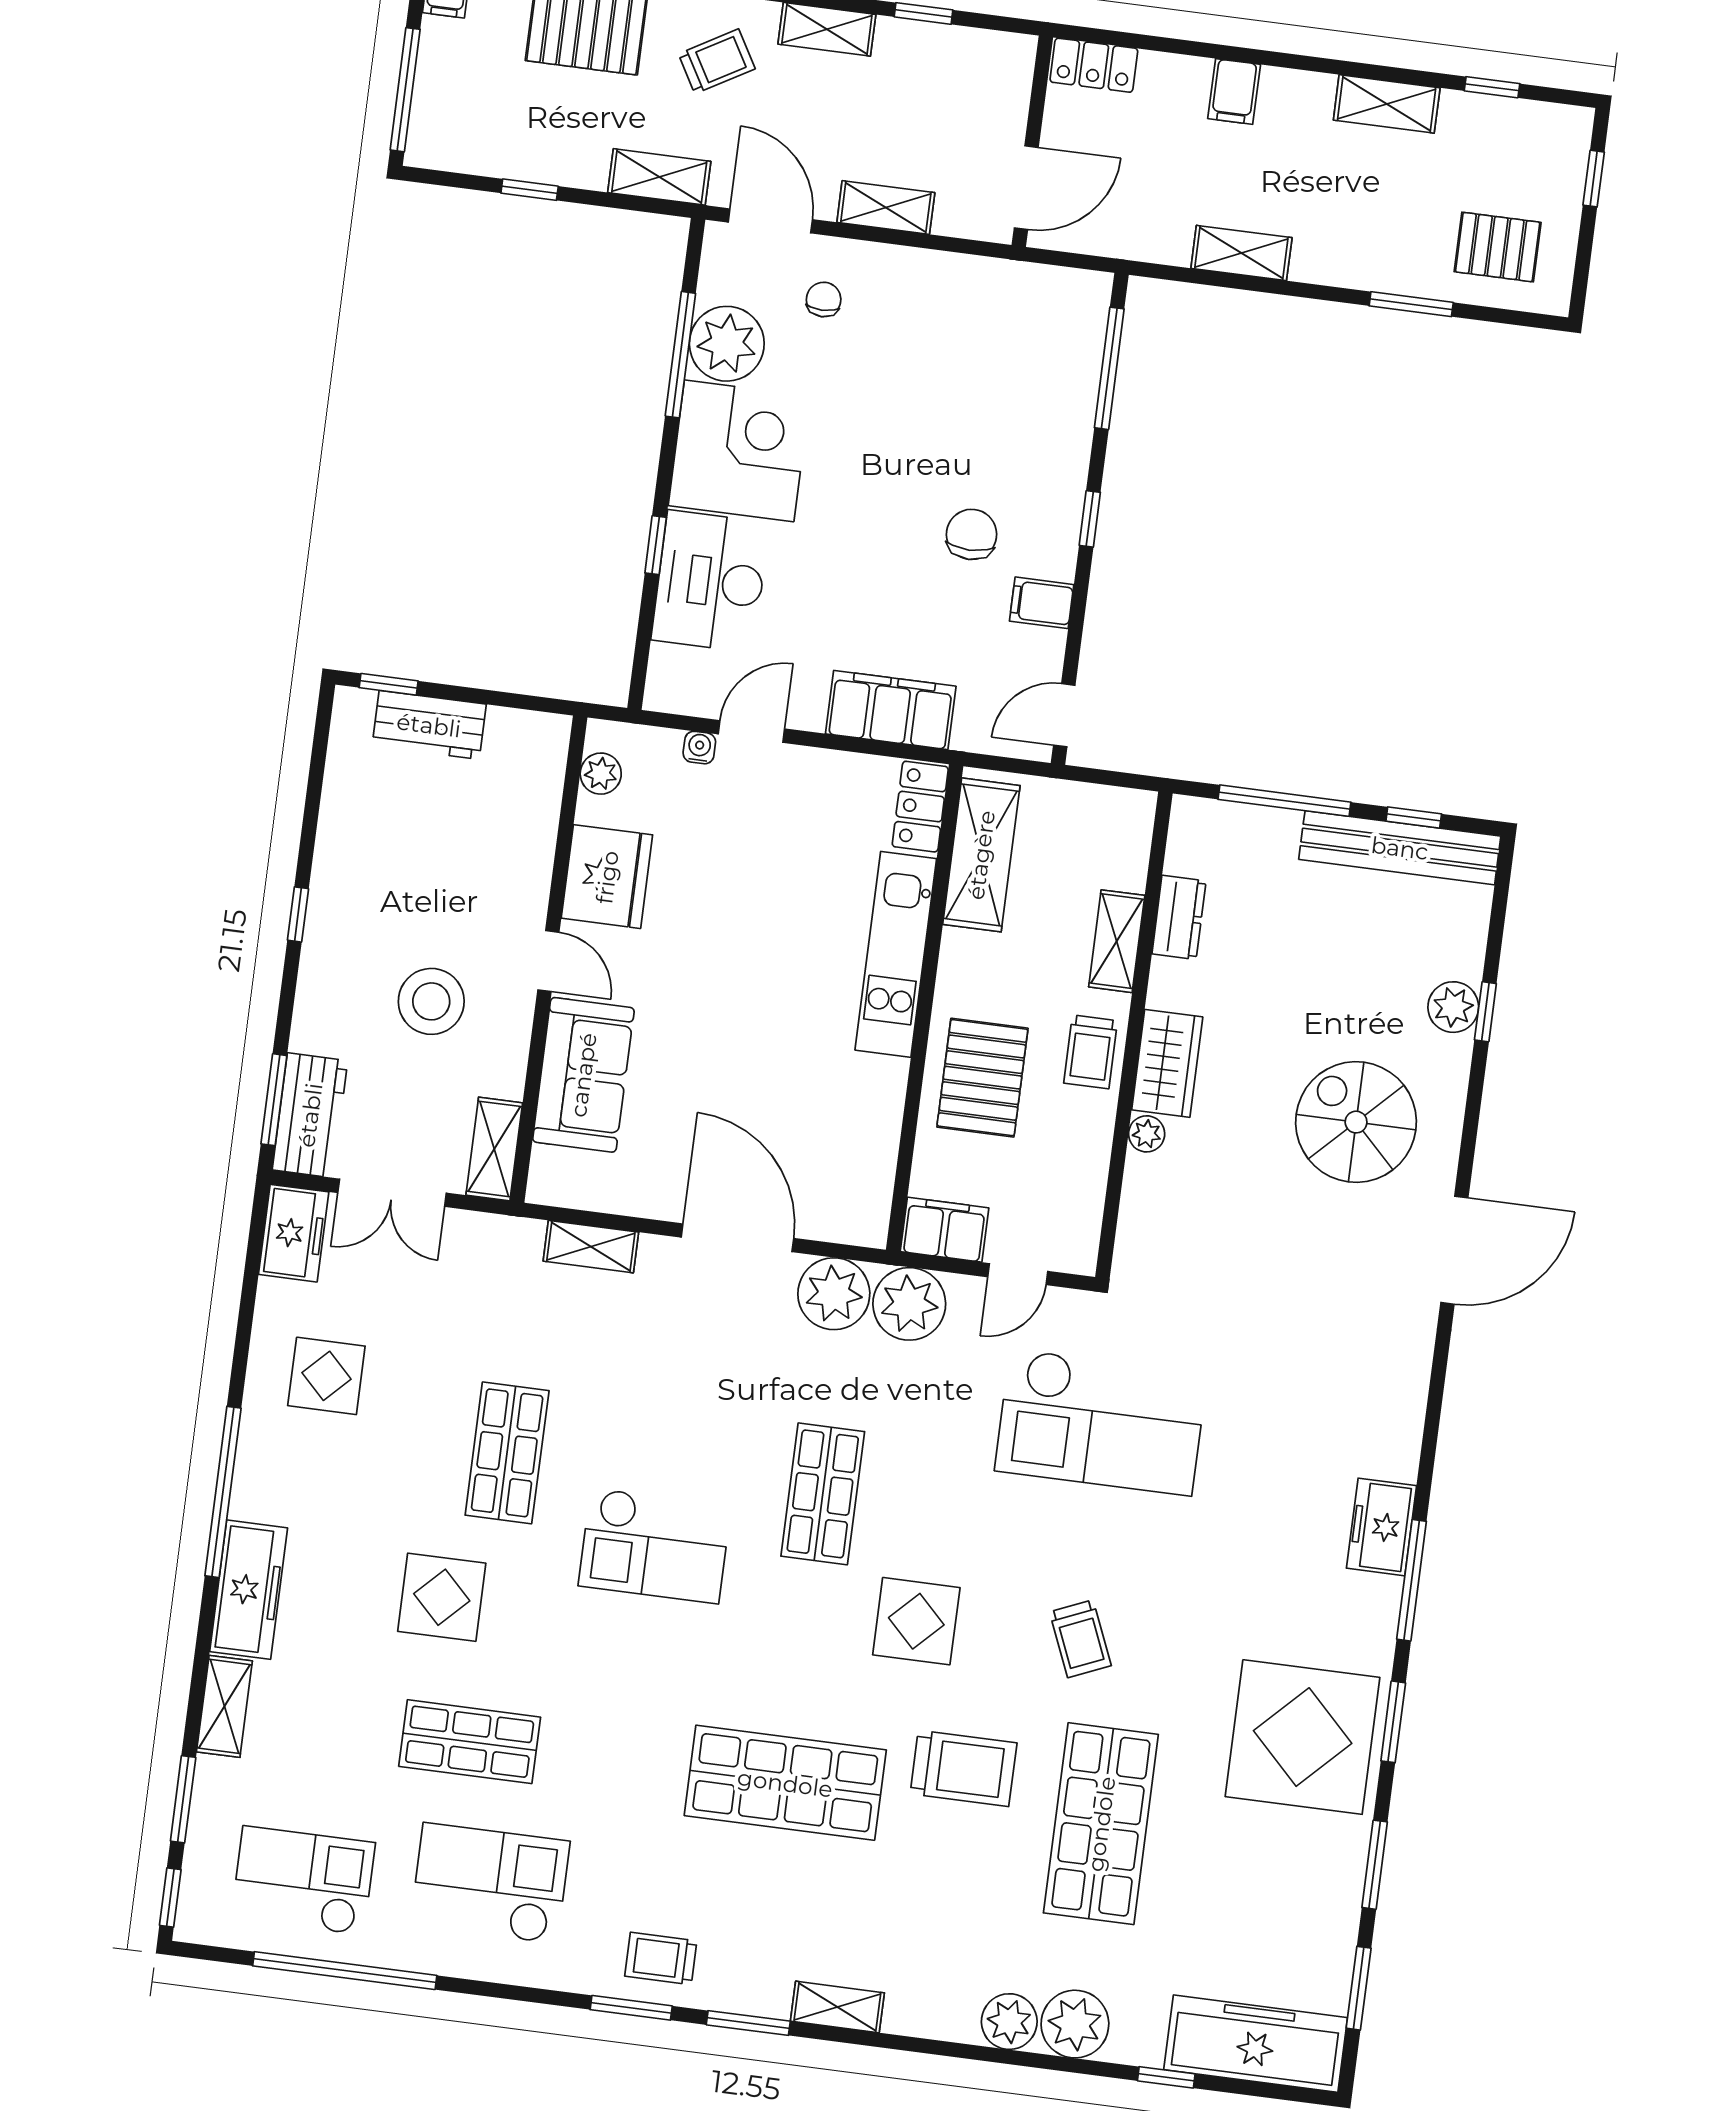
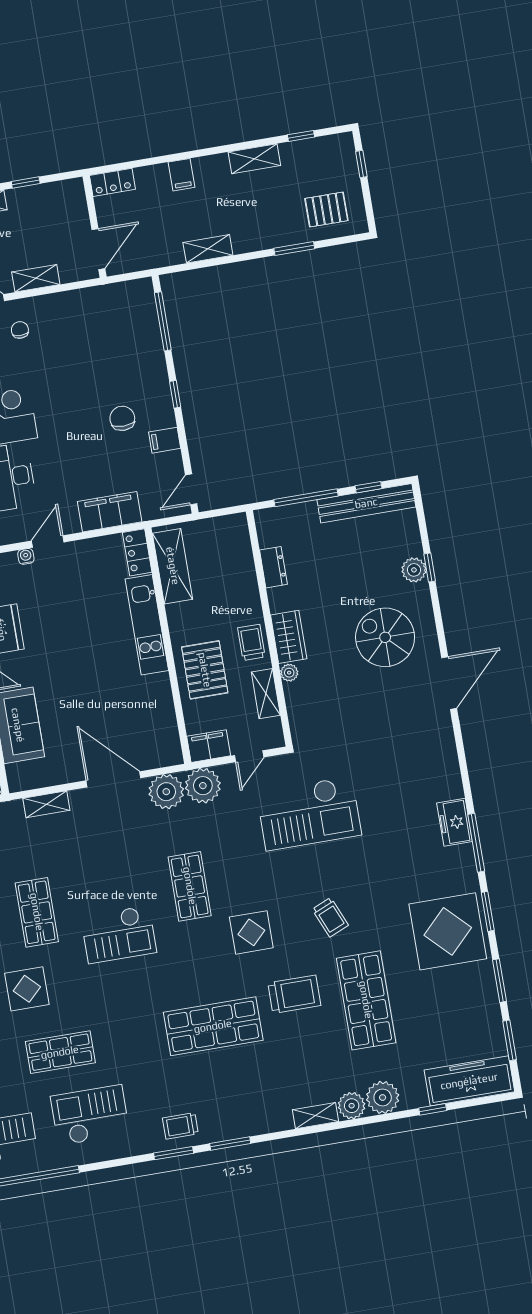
shelving: (1117, 941) -> (266, 694), moved
trolley: (1091, 1052) -> (251, 642), turned 180
shelving: (837, 2007) -> (316, 1116), moved

